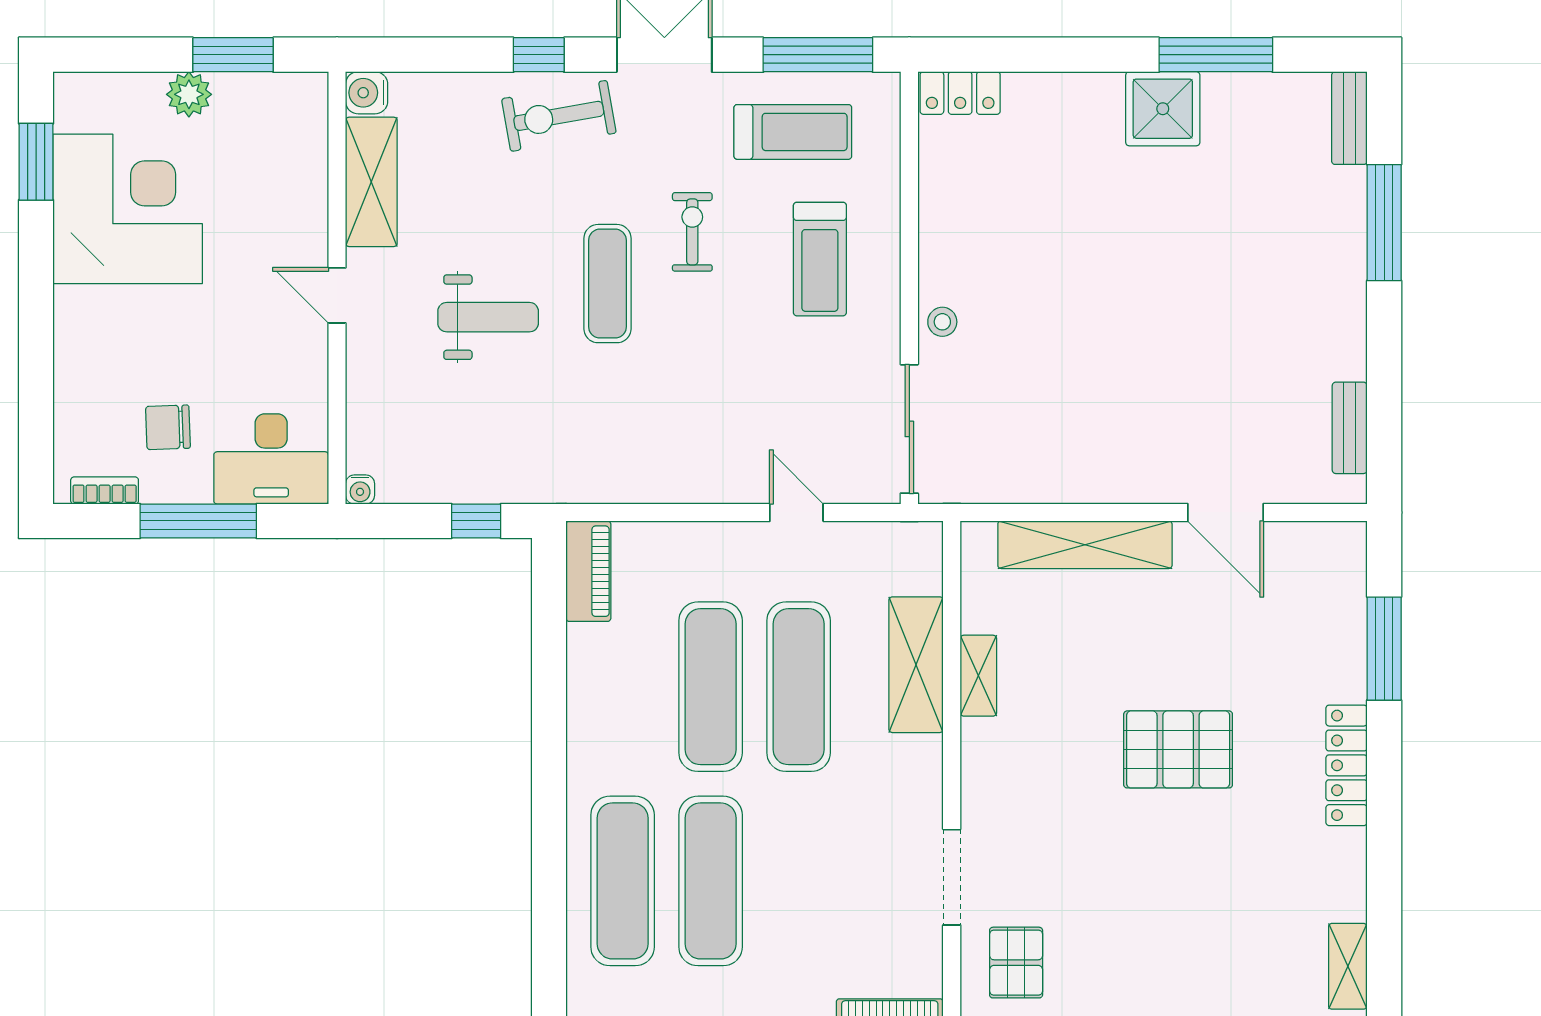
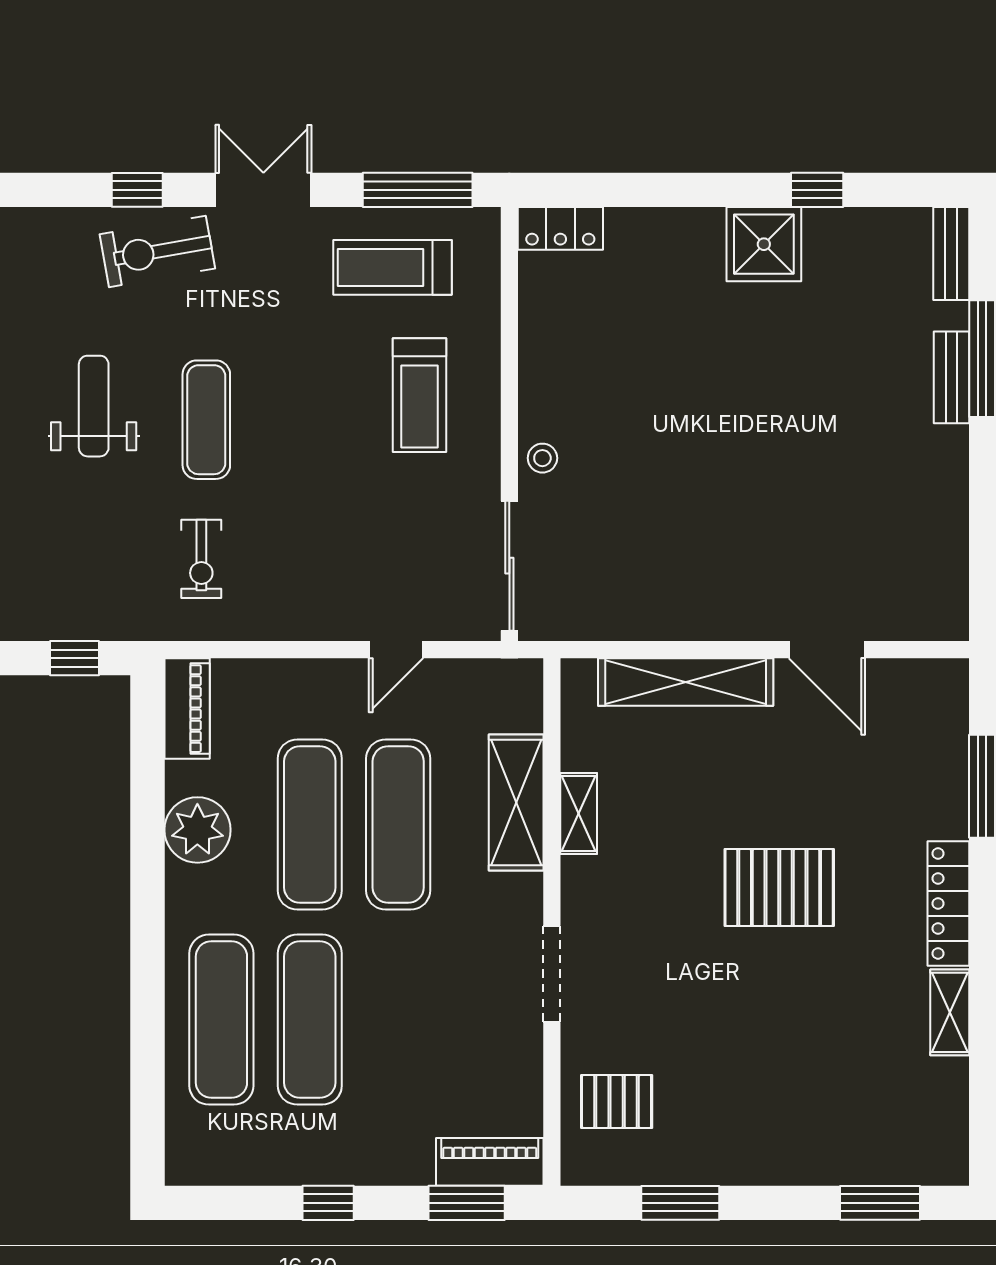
window: (1216, 55) -> (817, 190), width x0.46
treadmill: (793, 132) -> (392, 267), turned 180
exercise bike: (692, 232) -> (201, 559), moved, turned 180
weight bench: (488, 317) -> (94, 406), moved, turned -90
bench: (1350, 428) -> (951, 377), moved
door: (796, 512) -> (396, 650), swing flipped
plant: (599, 692) -> (197, 830), added
doorway: (952, 877) -> (552, 974), moved
pallet: (1016, 963) -> (617, 1102), turned 90
shelving: (1348, 966) -> (950, 1012), moved

